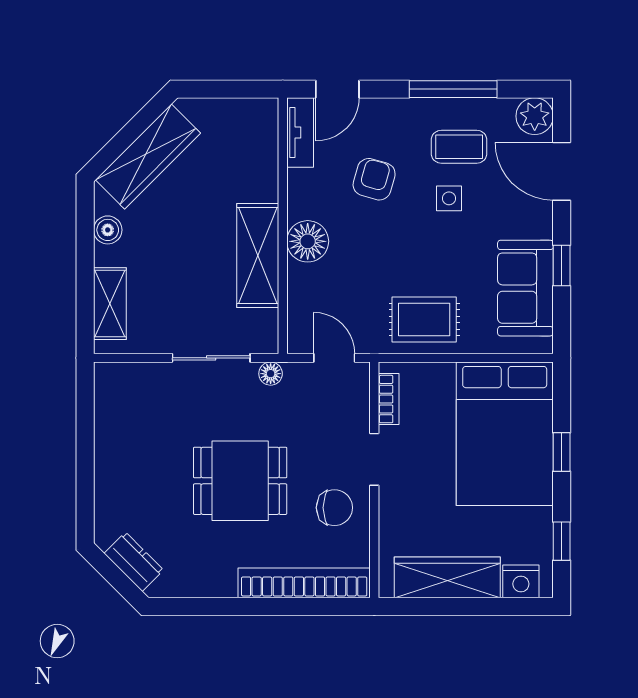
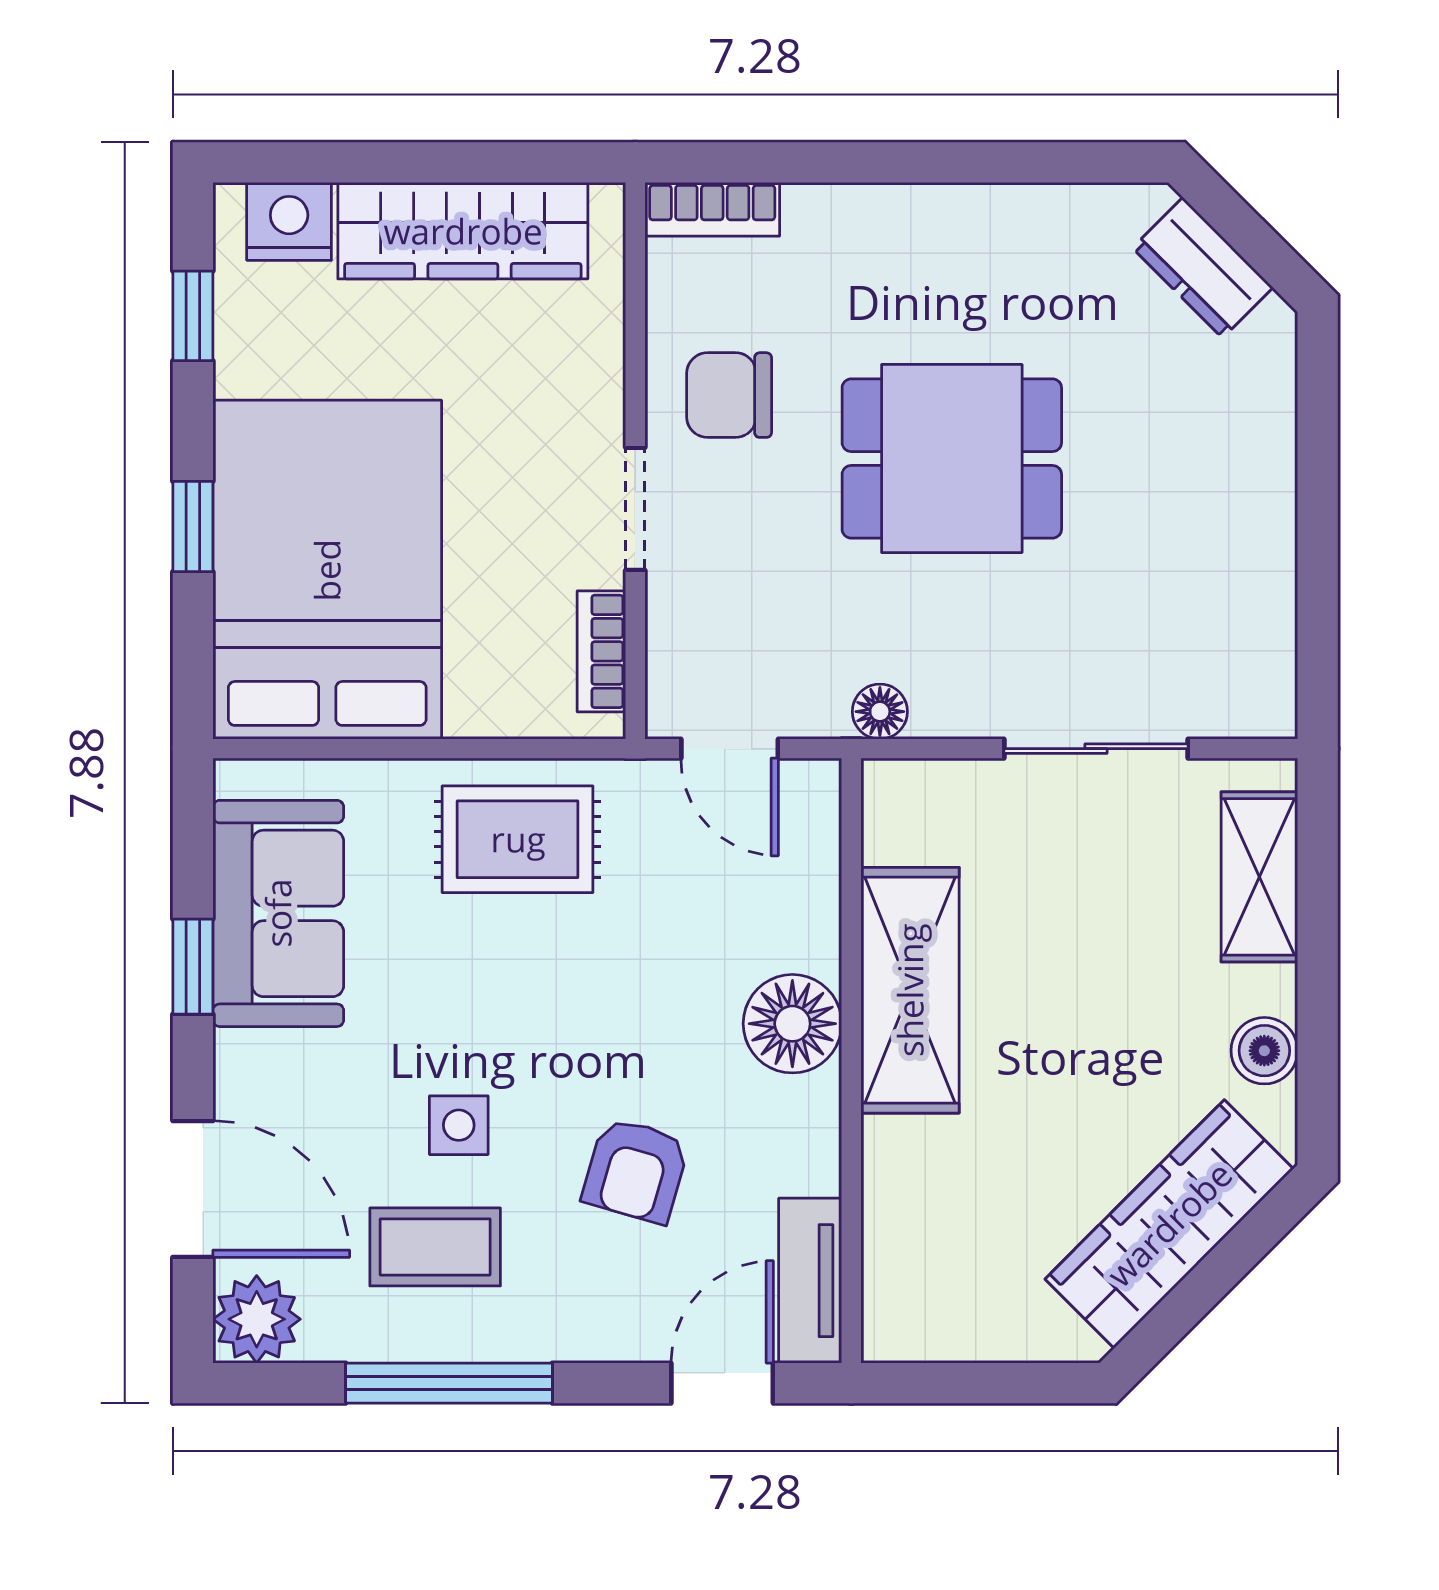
sliding door: (211, 358) -> (1096, 749), moved
bookcase: (304, 583) -> (712, 209), width x0.43, depth x0.76

